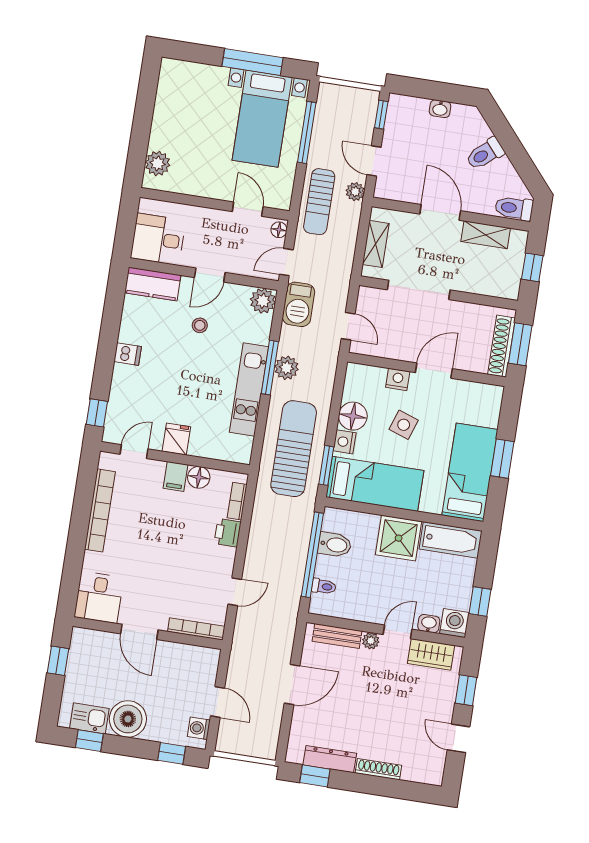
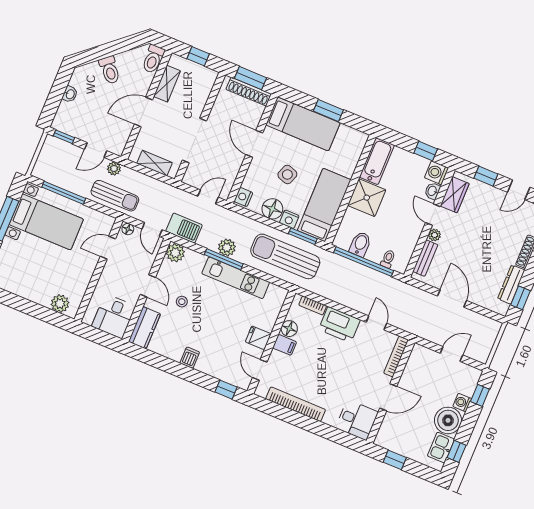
nightstand: (398, 379) -> (243, 197), moved
bed: (470, 472) -> (303, 124), moved, turned 180
printer: (228, 533) -> (339, 325), width x1.87, depth x1.48
washing machine: (199, 728) -> (462, 402), moved, turned 90

